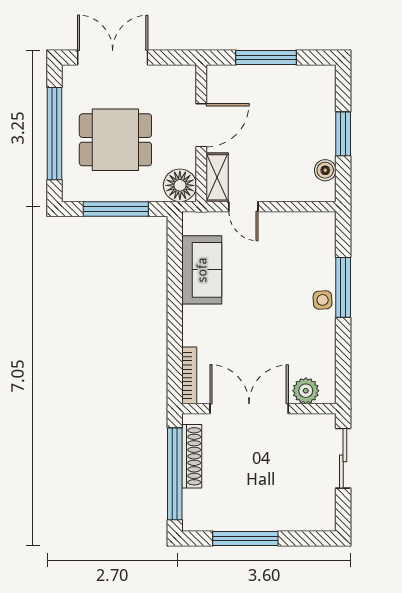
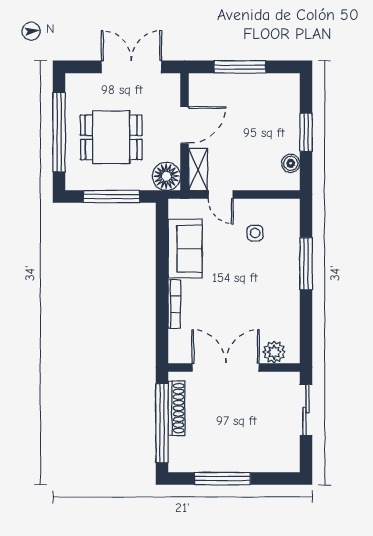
double door: (113, 57) -> (131, 67), moved
side table: (323, 300) -> (255, 233), moved
bookcase: (189, 375) -> (174, 304), moved

